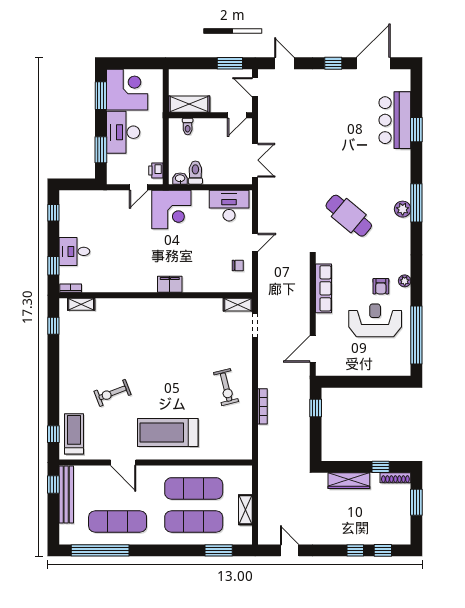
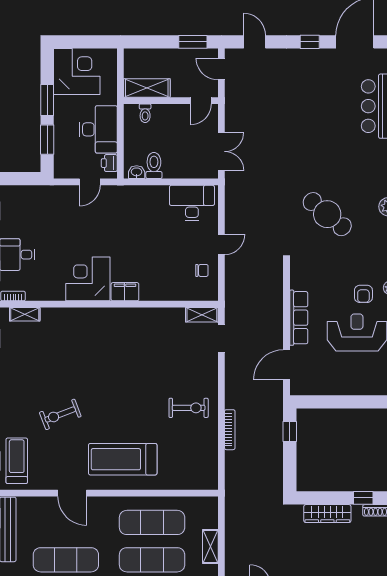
window: (101, 96) -> (47, 100), moved
desk: (123, 132) -> (98, 129), moved, turned 180
corner desk: (171, 210) -> (88, 279), moved, turned 180
row of seats: (324, 288) -> (299, 318), moved
exercise bike: (226, 387) -> (189, 408), turned -76

